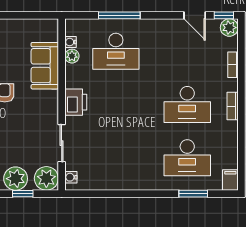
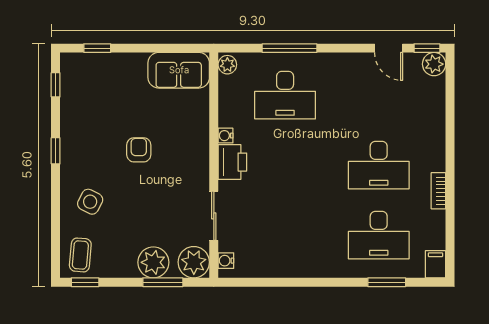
water cooler: (71, 42) -> (226, 136), moved
plant: (72, 56) -> (227, 65), moved
bookcase: (233, 65) -> (439, 113), removed
sofa: (45, 66) -> (179, 70), moved, turned -90
bookcase: (233, 106) -> (438, 191), moved
window: (23, 194) -> (163, 282), width x1.50

